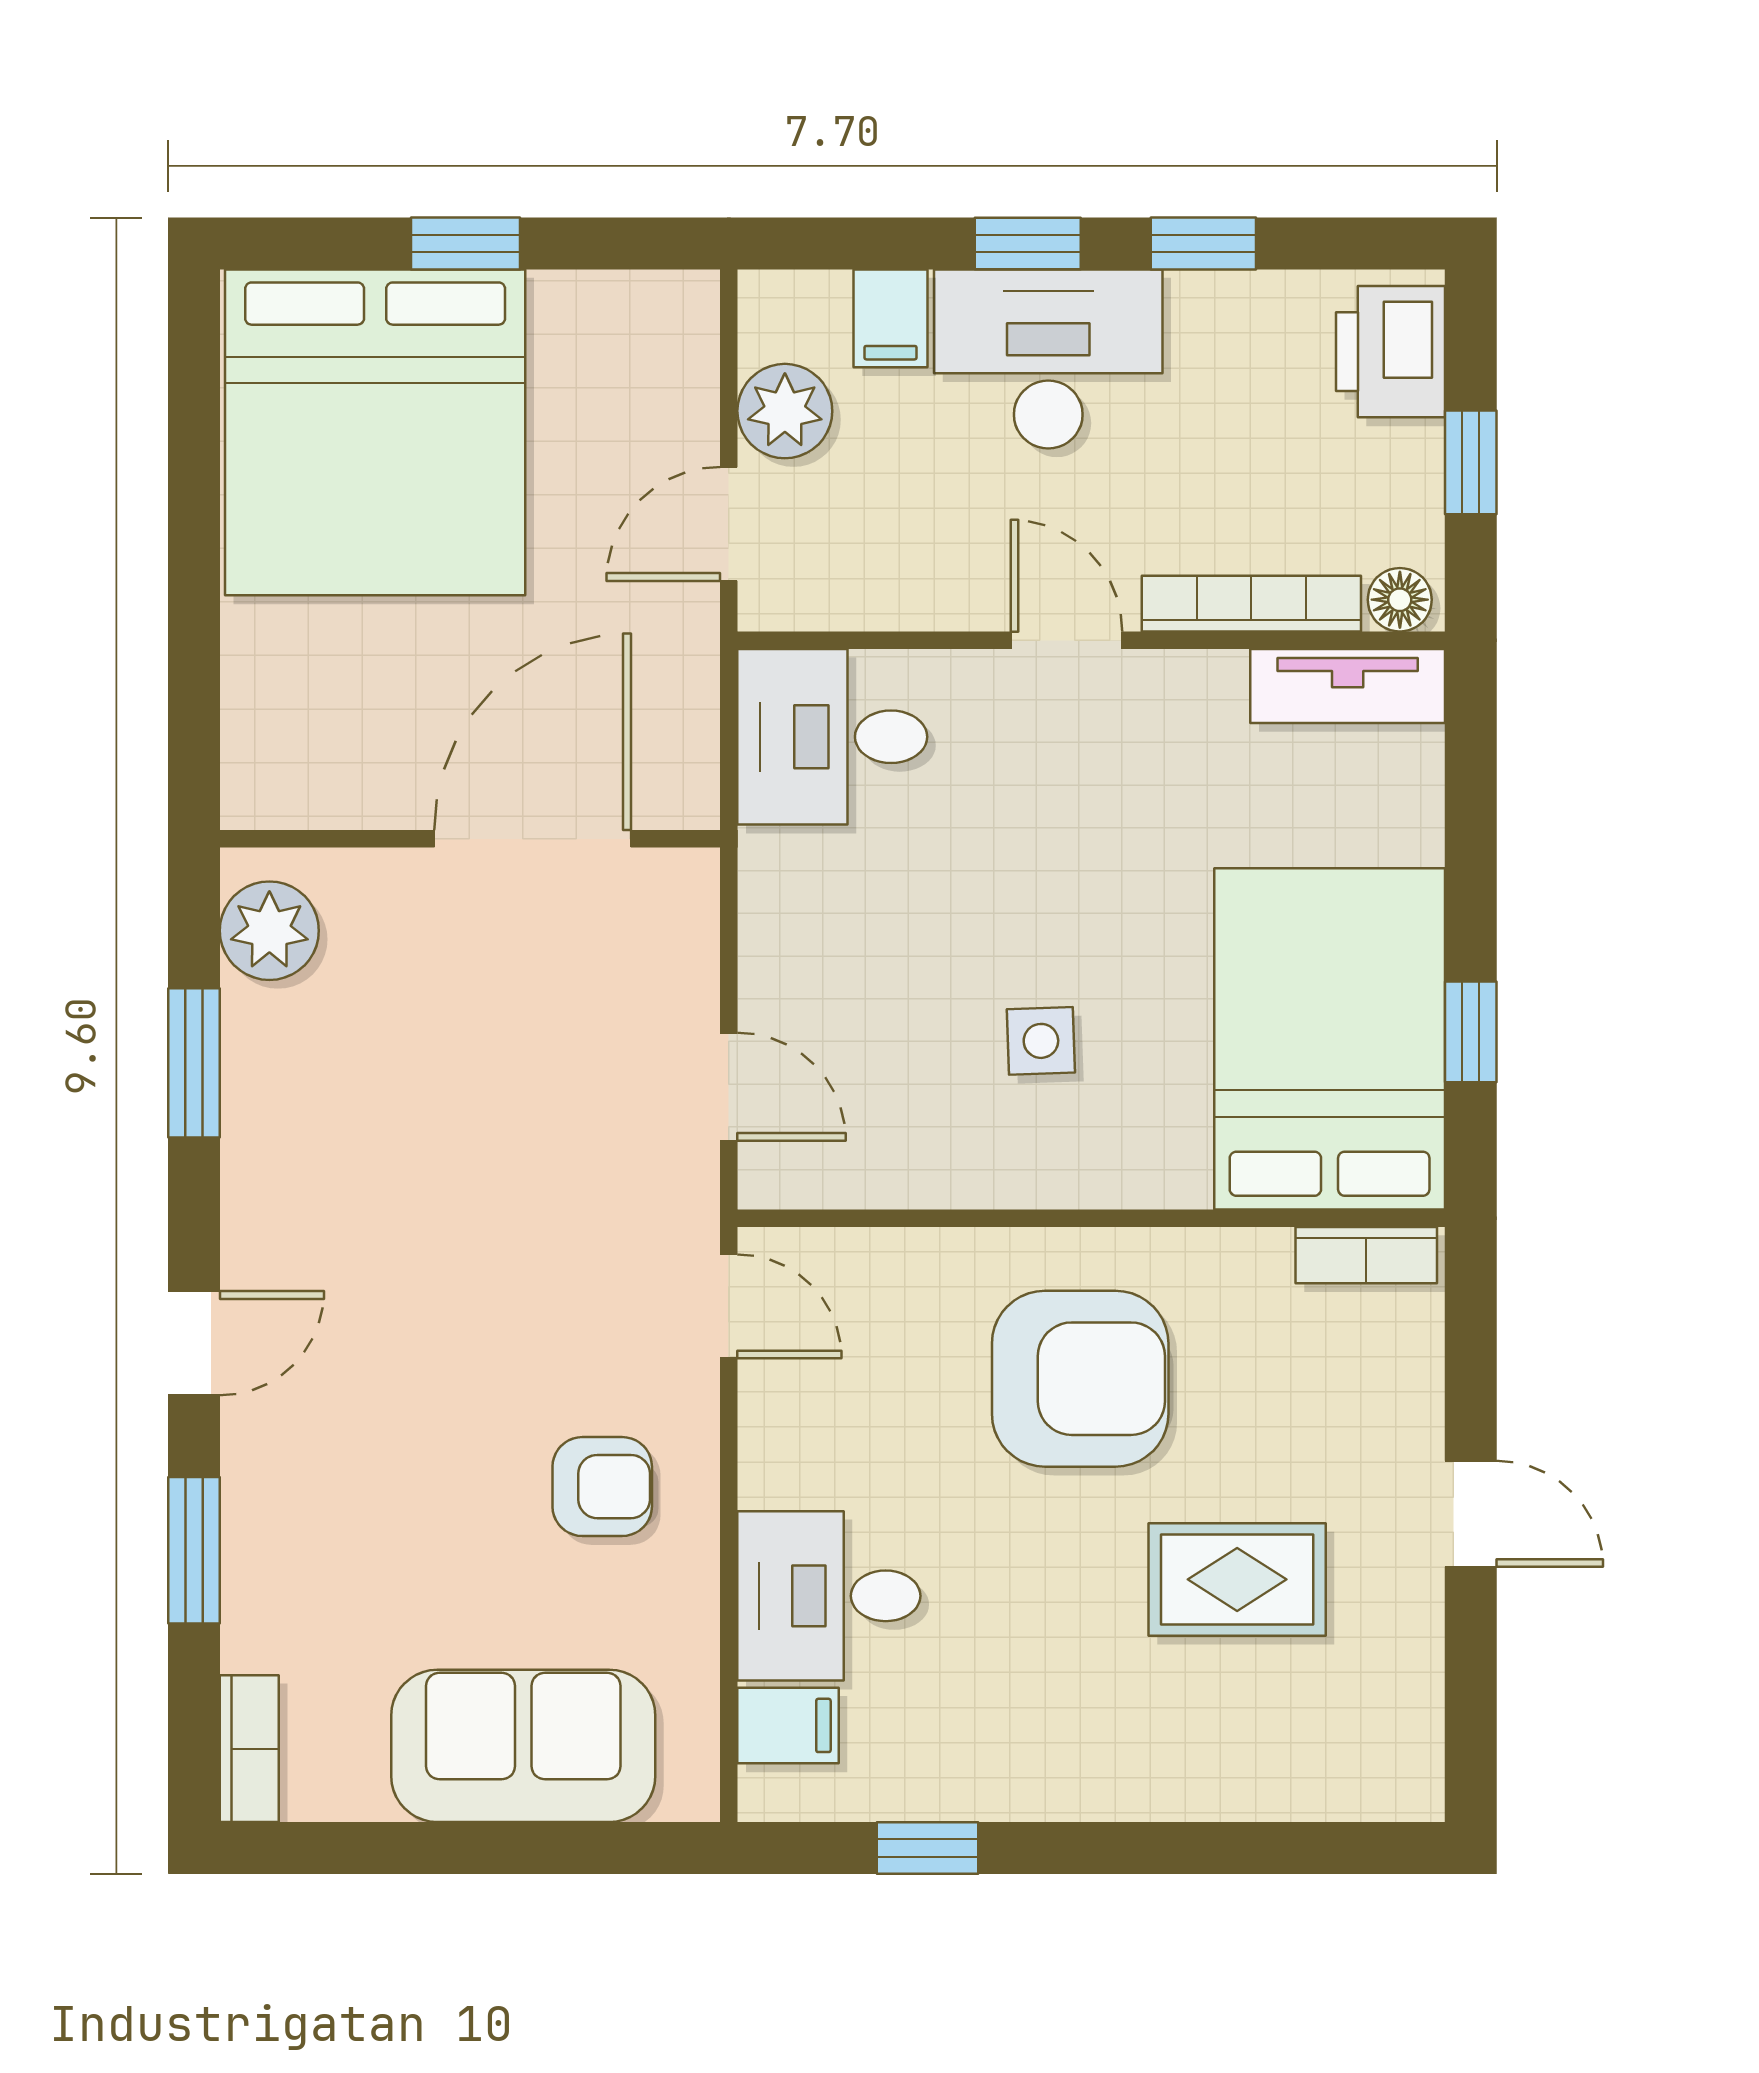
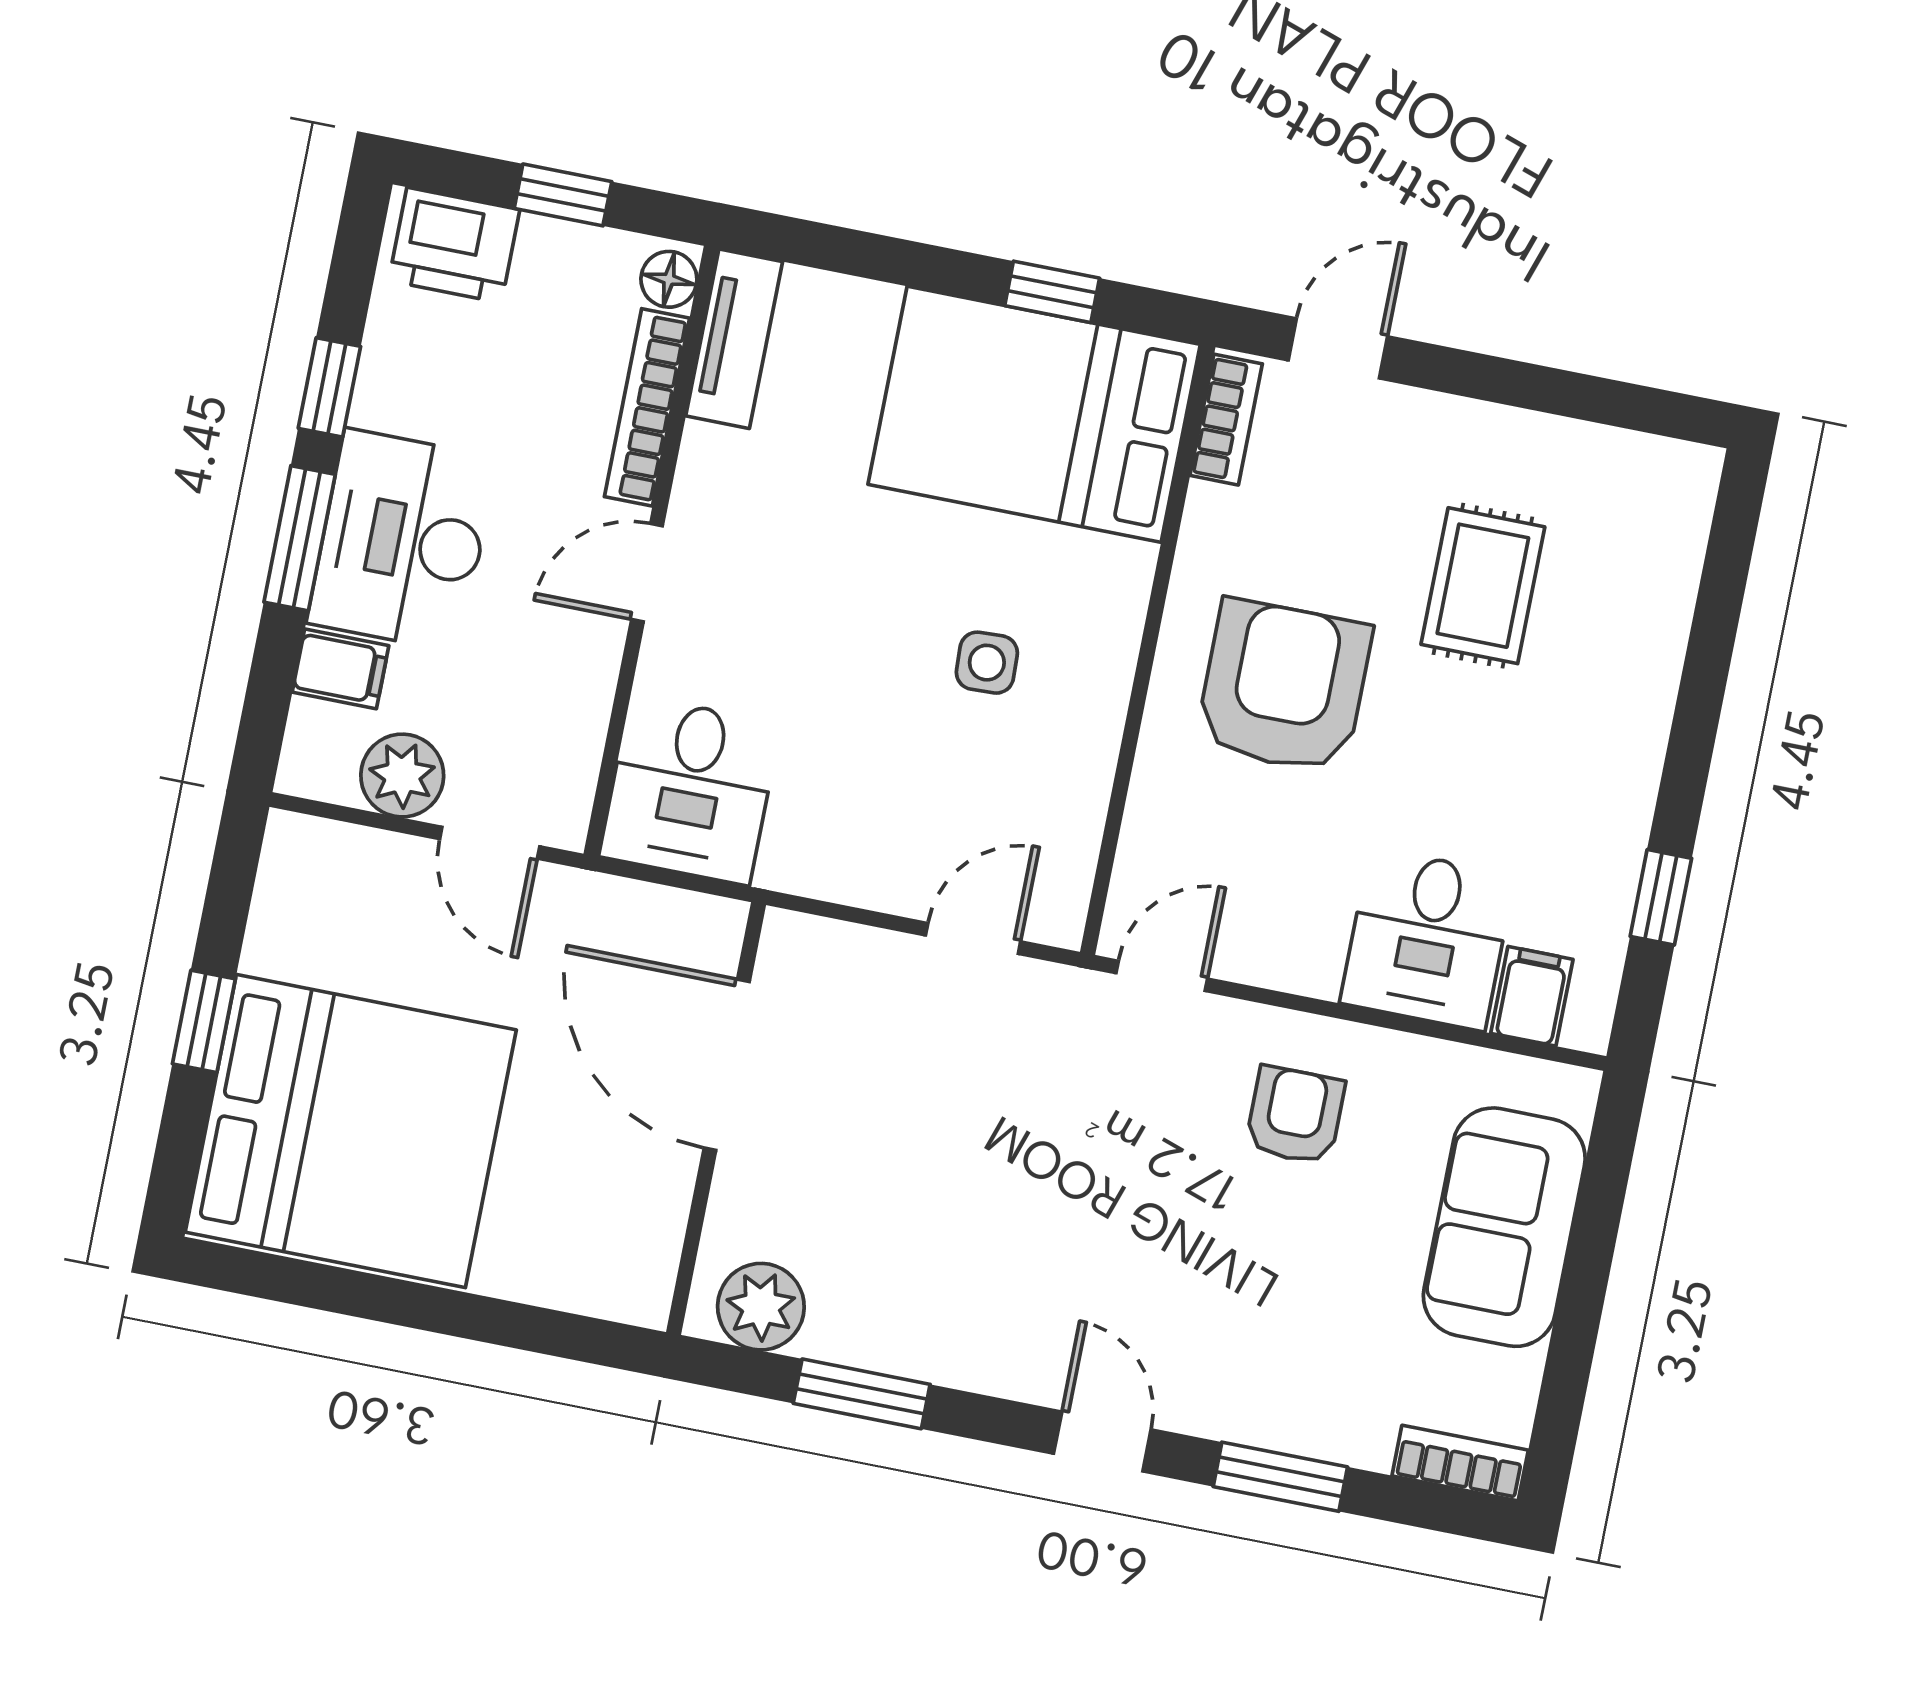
window: (1028, 243) -> (300, 538), width x1.50
door: (1471, 1514) -> (1338, 348), moved

